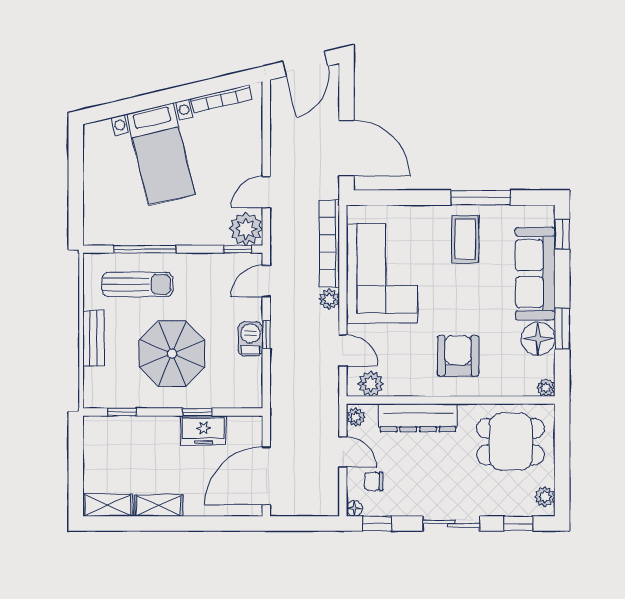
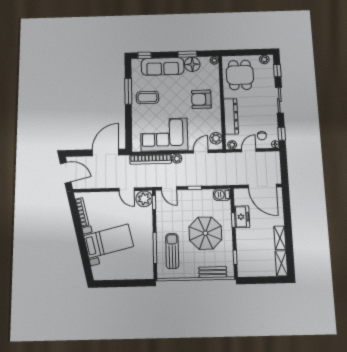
bench: (94, 338) -> (213, 272), moved
barbecue: (250, 339) -> (222, 195), moved

